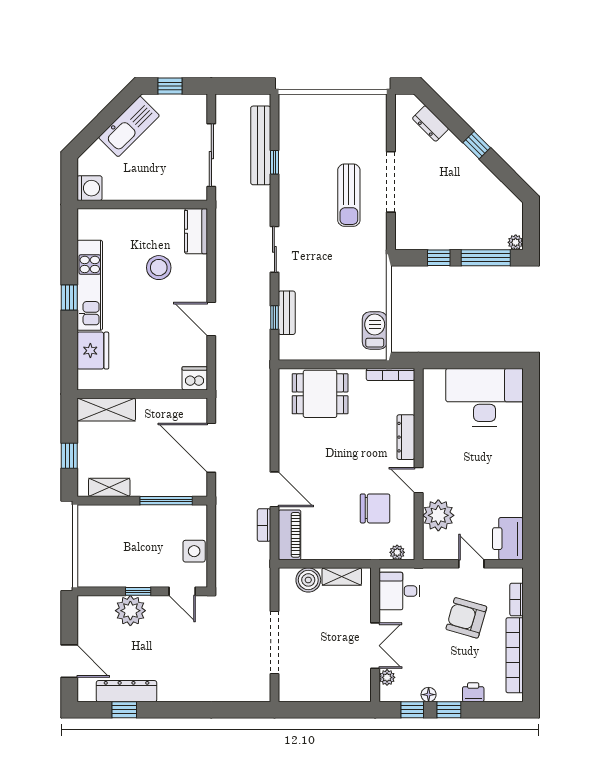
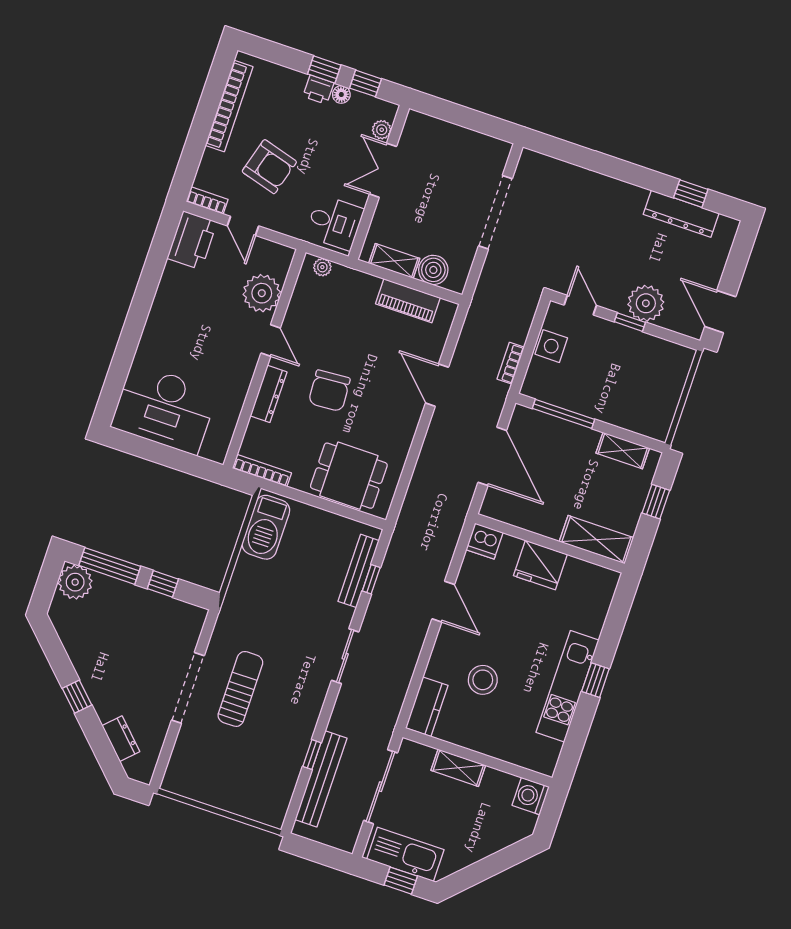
kitchen sink: (129, 126) -> (405, 854), moved, turned 45
shelving: (155, 191) -> (458, 768), added
plant: (516, 242) -> (75, 582), width x1.88, depth x1.88
bench: (287, 313) -> (359, 571), width x1.36
barbecue: (375, 331) -> (266, 527), width x1.37, depth x1.21
fridge: (93, 351) -> (540, 565), moved, turned -90
chair: (375, 508) -> (329, 391), moved, turned -94
bookcase: (264, 525) -> (511, 363), moved, turned 180
piano: (290, 535) -> (408, 301), moved, turned -90
bookcase: (517, 600) -> (207, 200), moved, turned -90
door: (69, 661) -> (720, 312), moved
printer: (473, 692) -> (318, 90), moved

